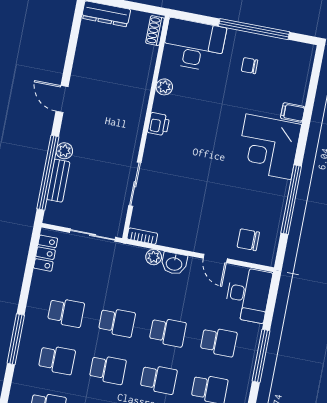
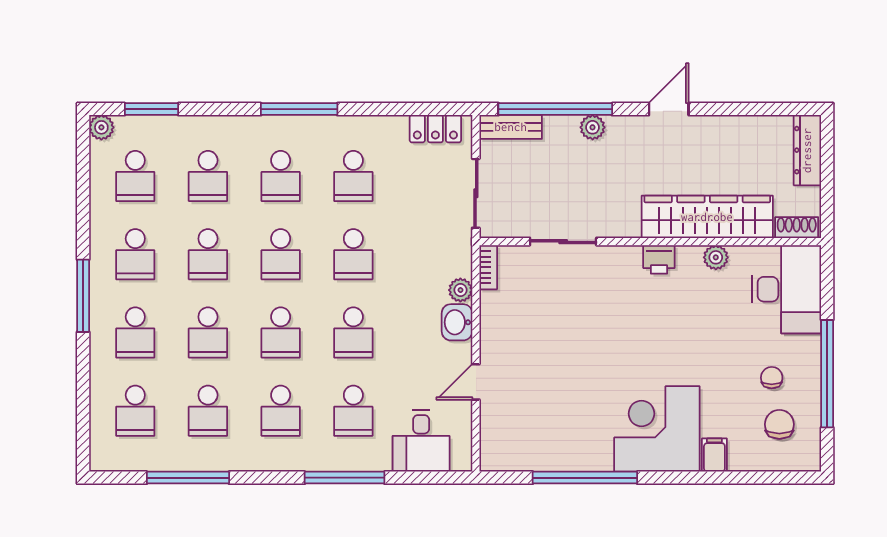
wardrobe: (137, 87) -> (707, 217), added
bench: (58, 181) -> (511, 127), moved
chair: (248, 240) -> (779, 424), moved
desk: (248, 295) -> (421, 441), width x0.73

